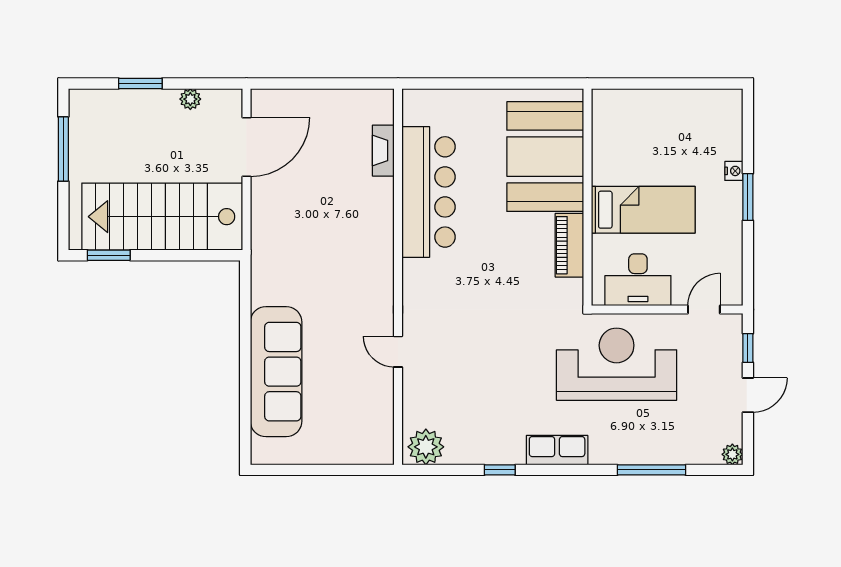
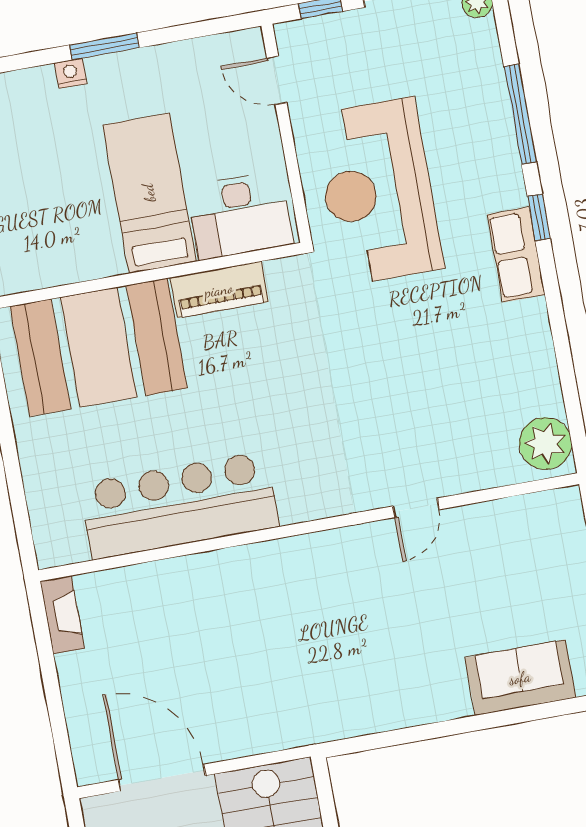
fireplace: (383, 151) -> (62, 615), moved, turned -90
desk: (638, 280) -> (240, 215), moved, turned 90
sofa: (276, 372) -> (520, 678), width x0.54, depth x0.79
window: (500, 470) -> (539, 217), moved

